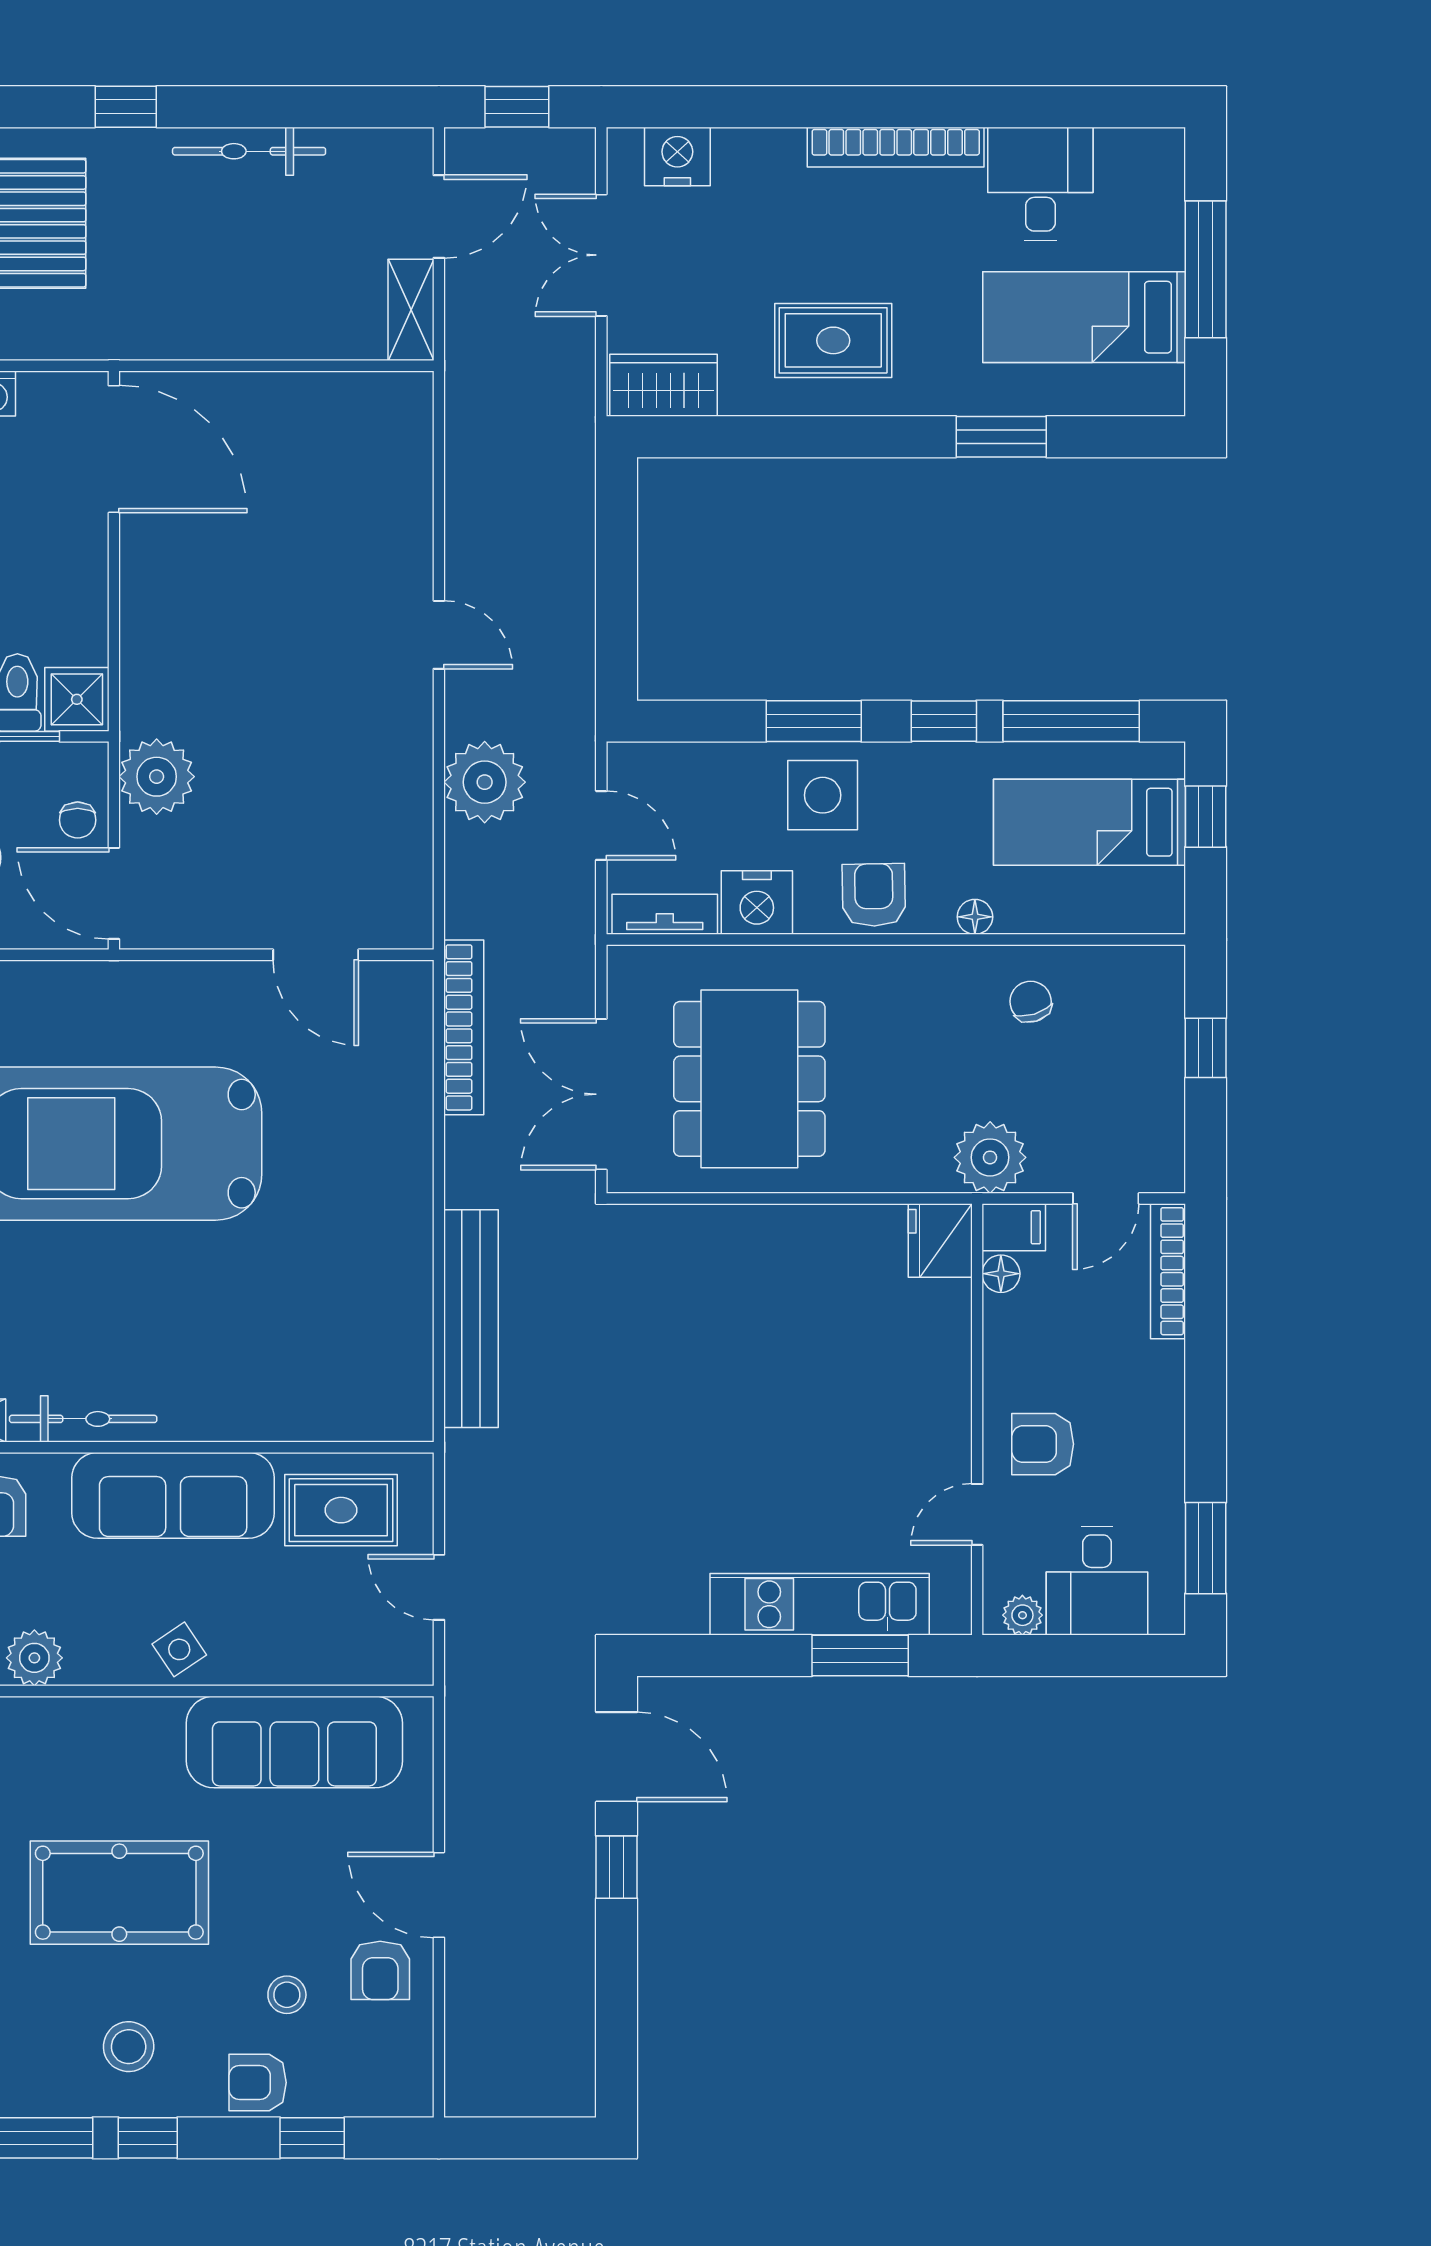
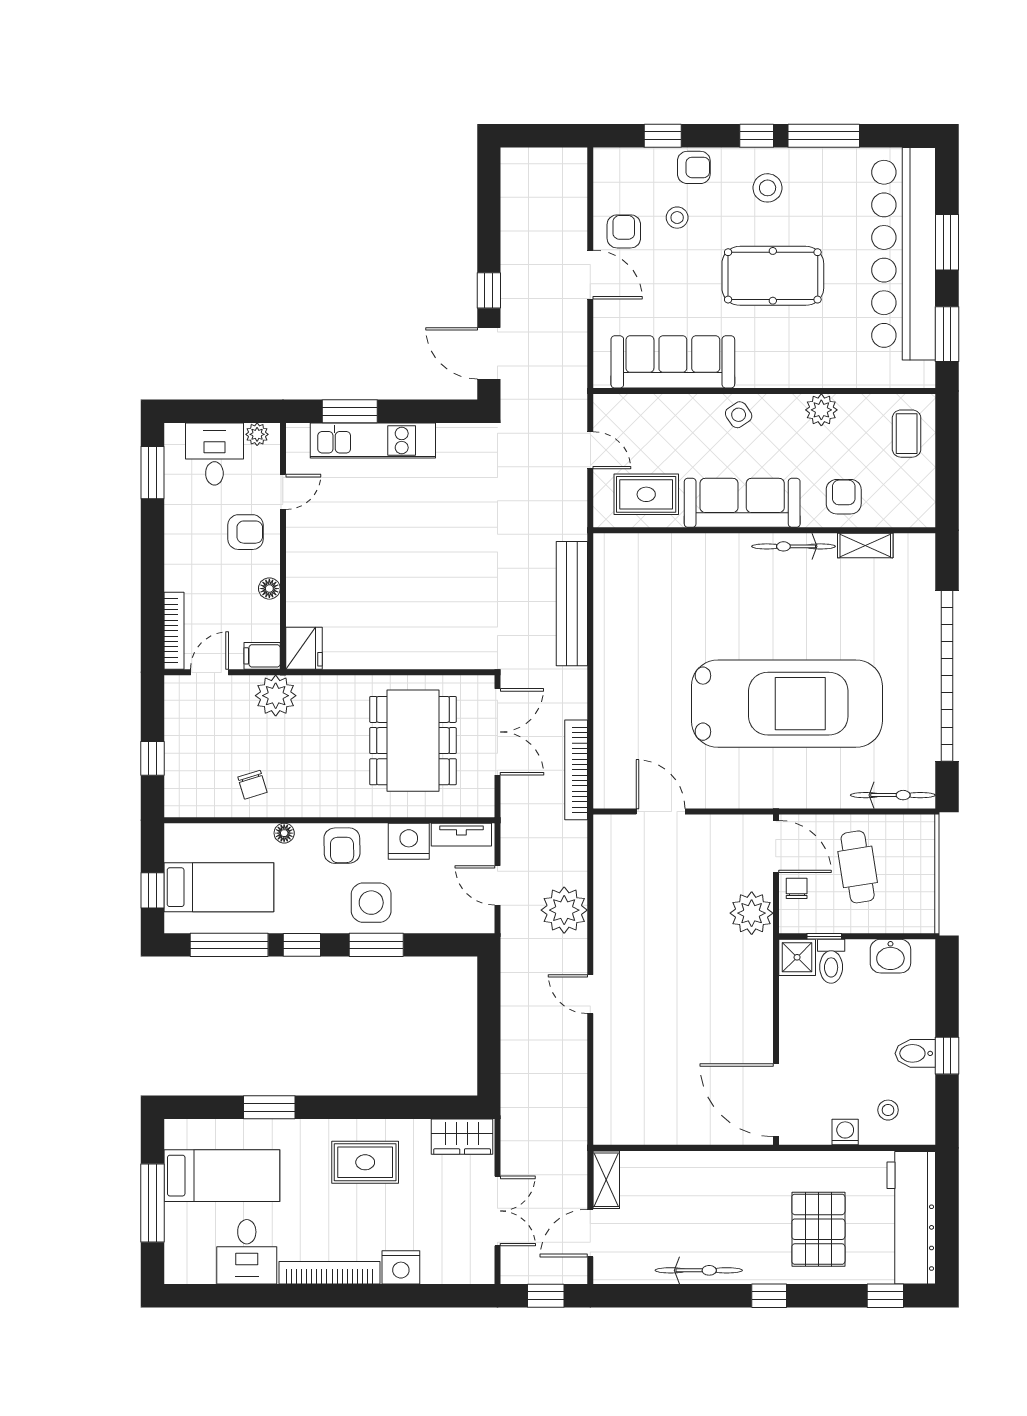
nightstand: (677, 156) -> (401, 1267), moved
floor lamp: (1001, 1274) -> (269, 589), moved

